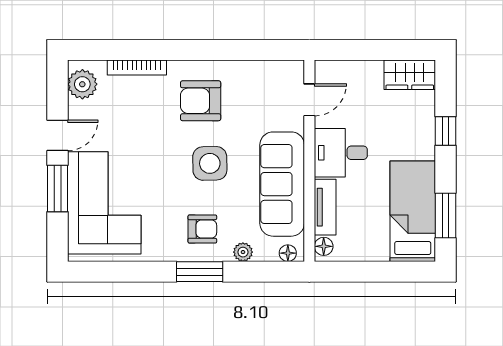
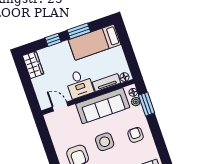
window: (446, 215) -> (79, 31), moved
plant: (243, 252) -> (136, 102), moved
window: (200, 272) -> (147, 104), moved

